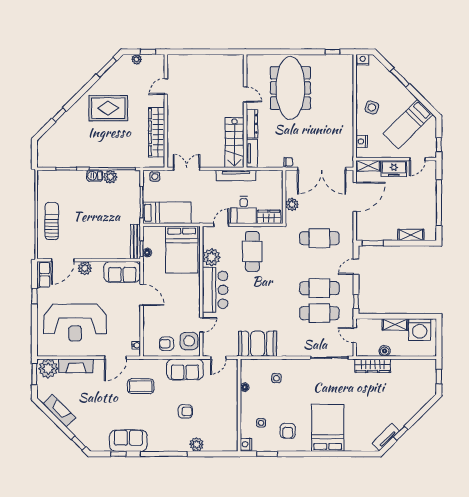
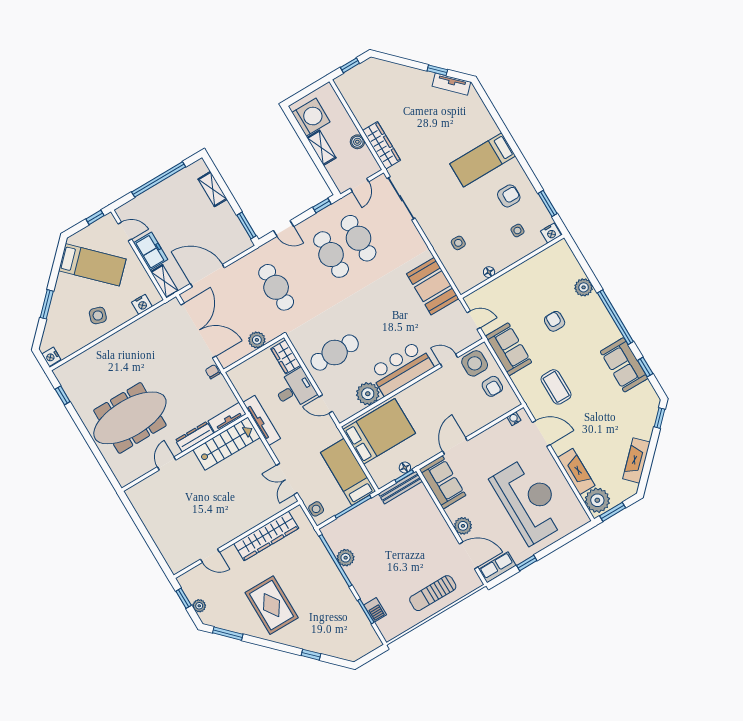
barbecue: (95, 176) -> (375, 610), moved
bed: (328, 428) -> (483, 160), width x0.67

